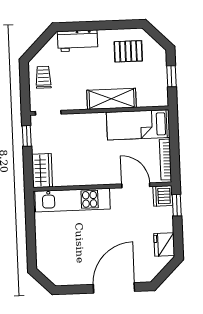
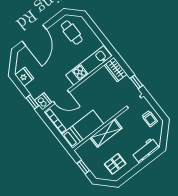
cafe table: (64, 257) -> (72, 33), added

